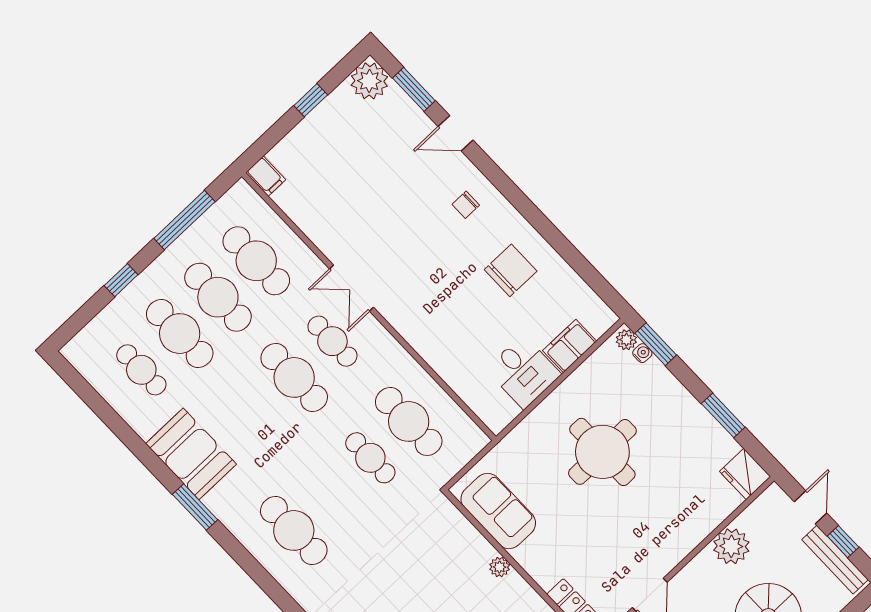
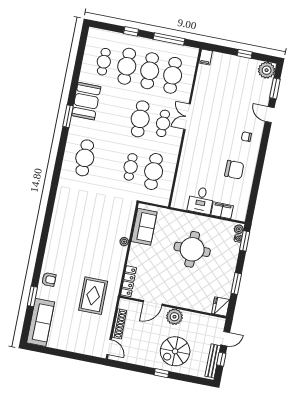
plant: (731, 546) -> (174, 317), moved

